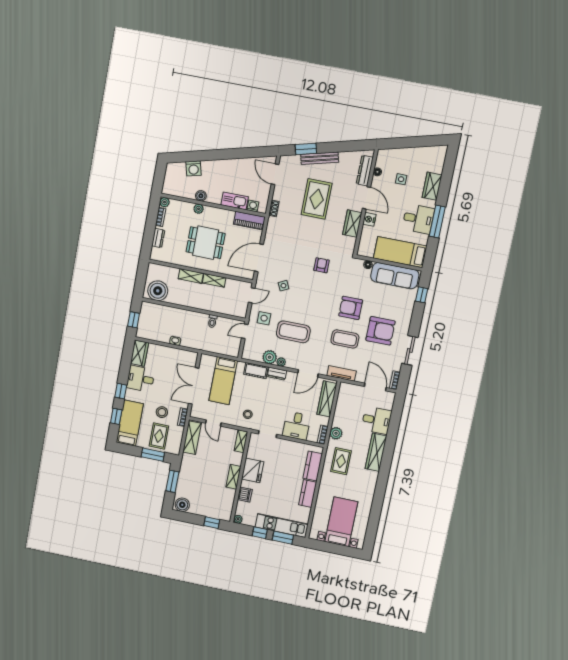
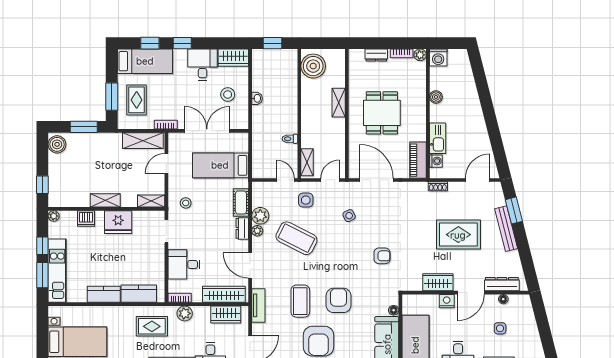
washing machine: (193, 168) -> (438, 57), moved, turned -76
plant: (199, 209) -> (420, 97), removed
shelving: (214, 280) -> (307, 162), moved
door: (252, 295) -> (330, 180), swing flipped
coffee table: (293, 332) -> (296, 238), turned -63
wardrobe: (344, 401) -> (226, 315), added
stool: (162, 412) -> (228, 95), moved
rug: (159, 436) -> (137, 100), turned 90

